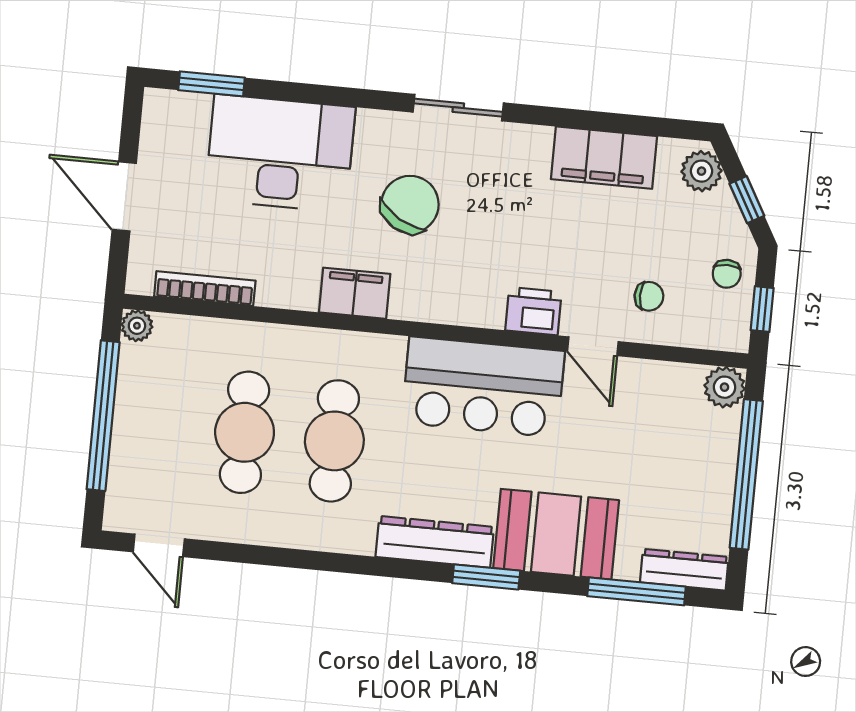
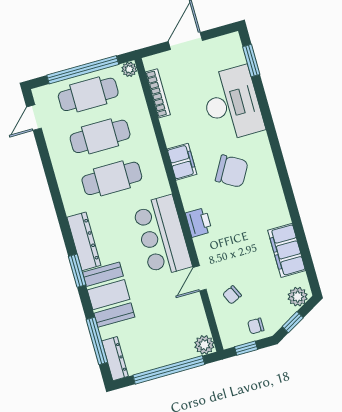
sliding door: (458, 108) -> (284, 176), removed
chair: (649, 296) -> (232, 295), turned 65
printer: (533, 311) -> (199, 222), moved
cafe table: (155, 424) -> (88, 94), added

